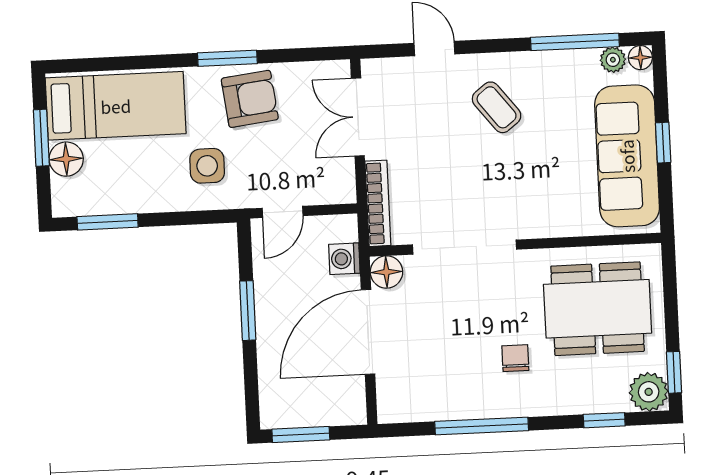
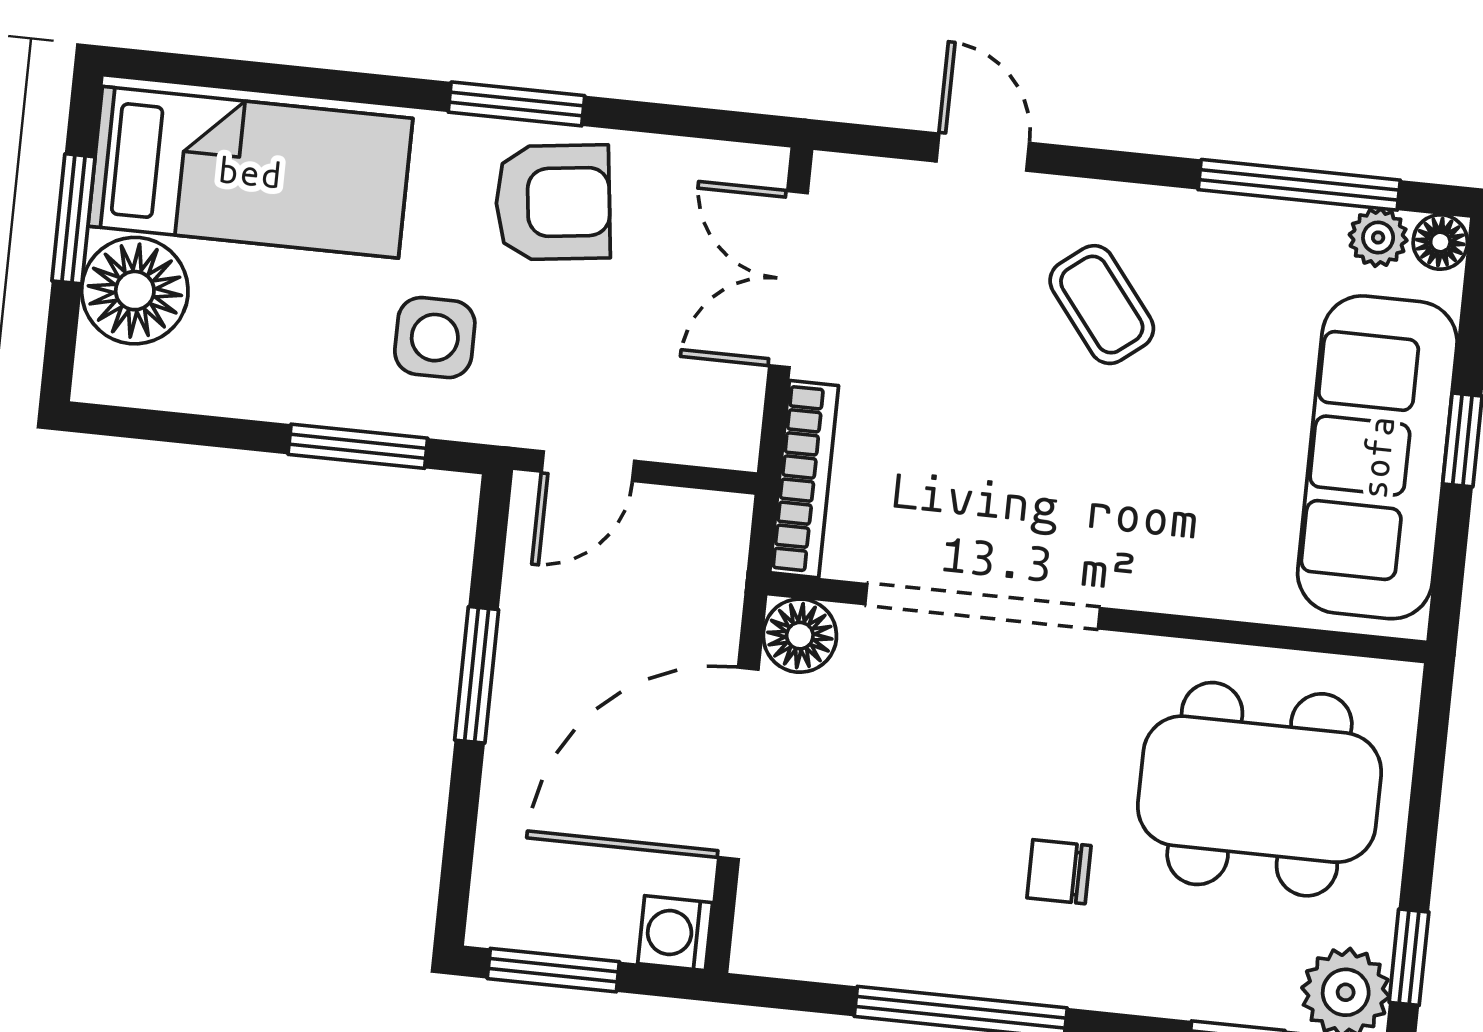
floor lamp: (66, 159) -> (135, 291), width x1.38, depth x1.38
window: (108, 222) -> (358, 446), moved
washing machine: (344, 259) -> (675, 933), moved
chair: (515, 358) -> (1059, 872), turned -90

